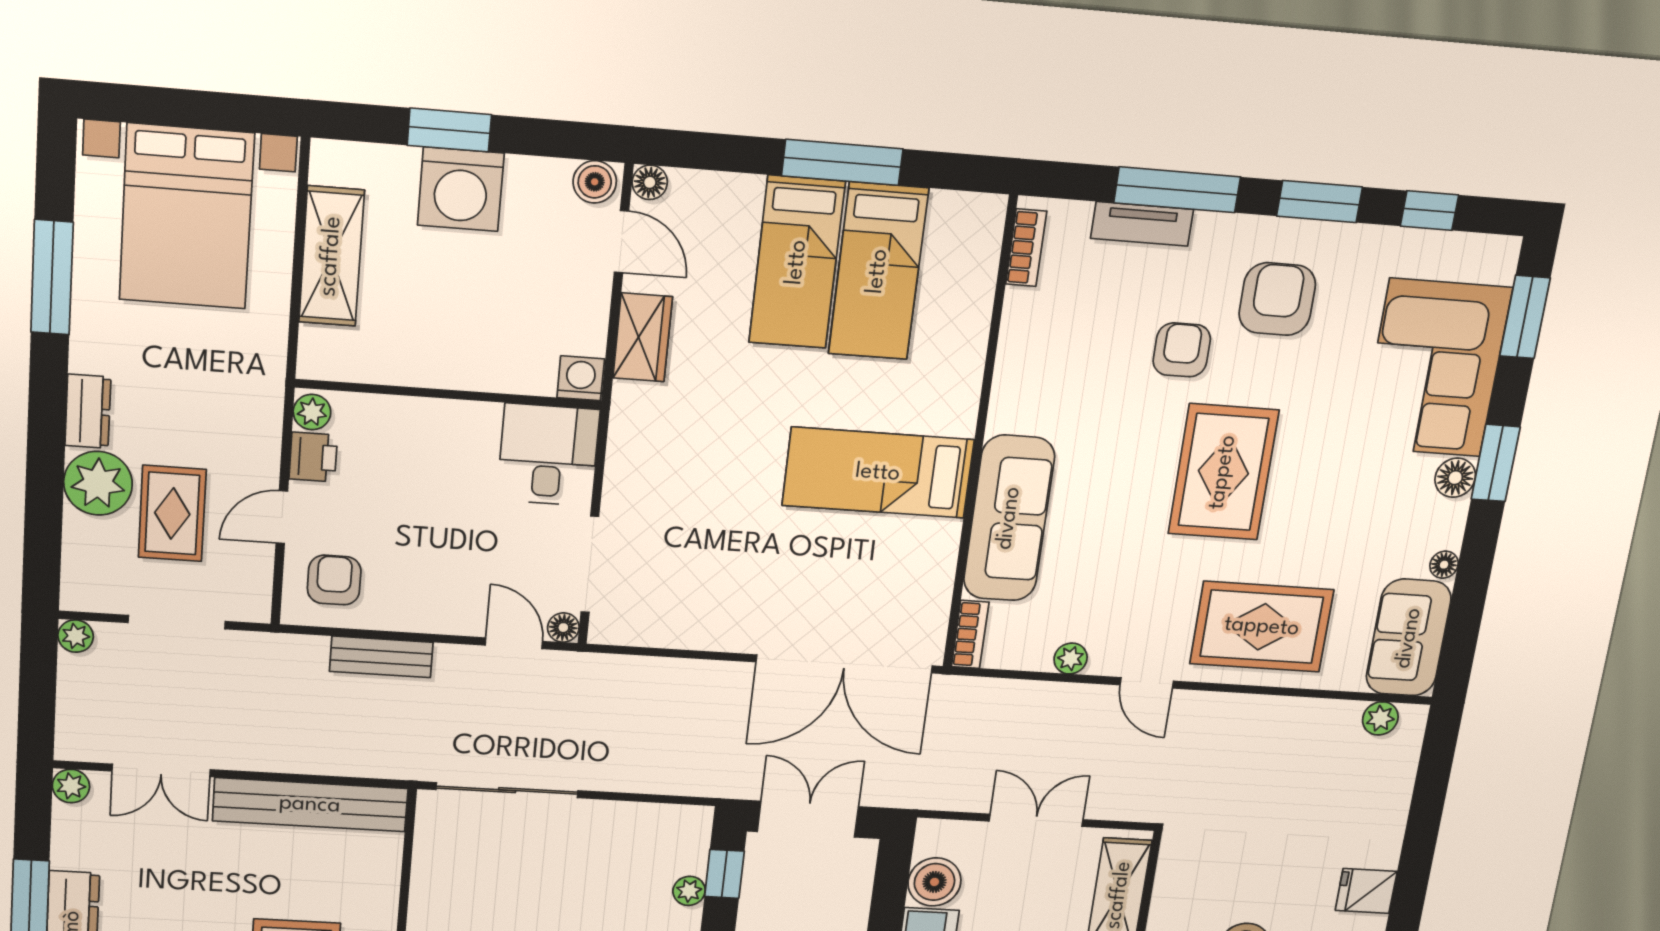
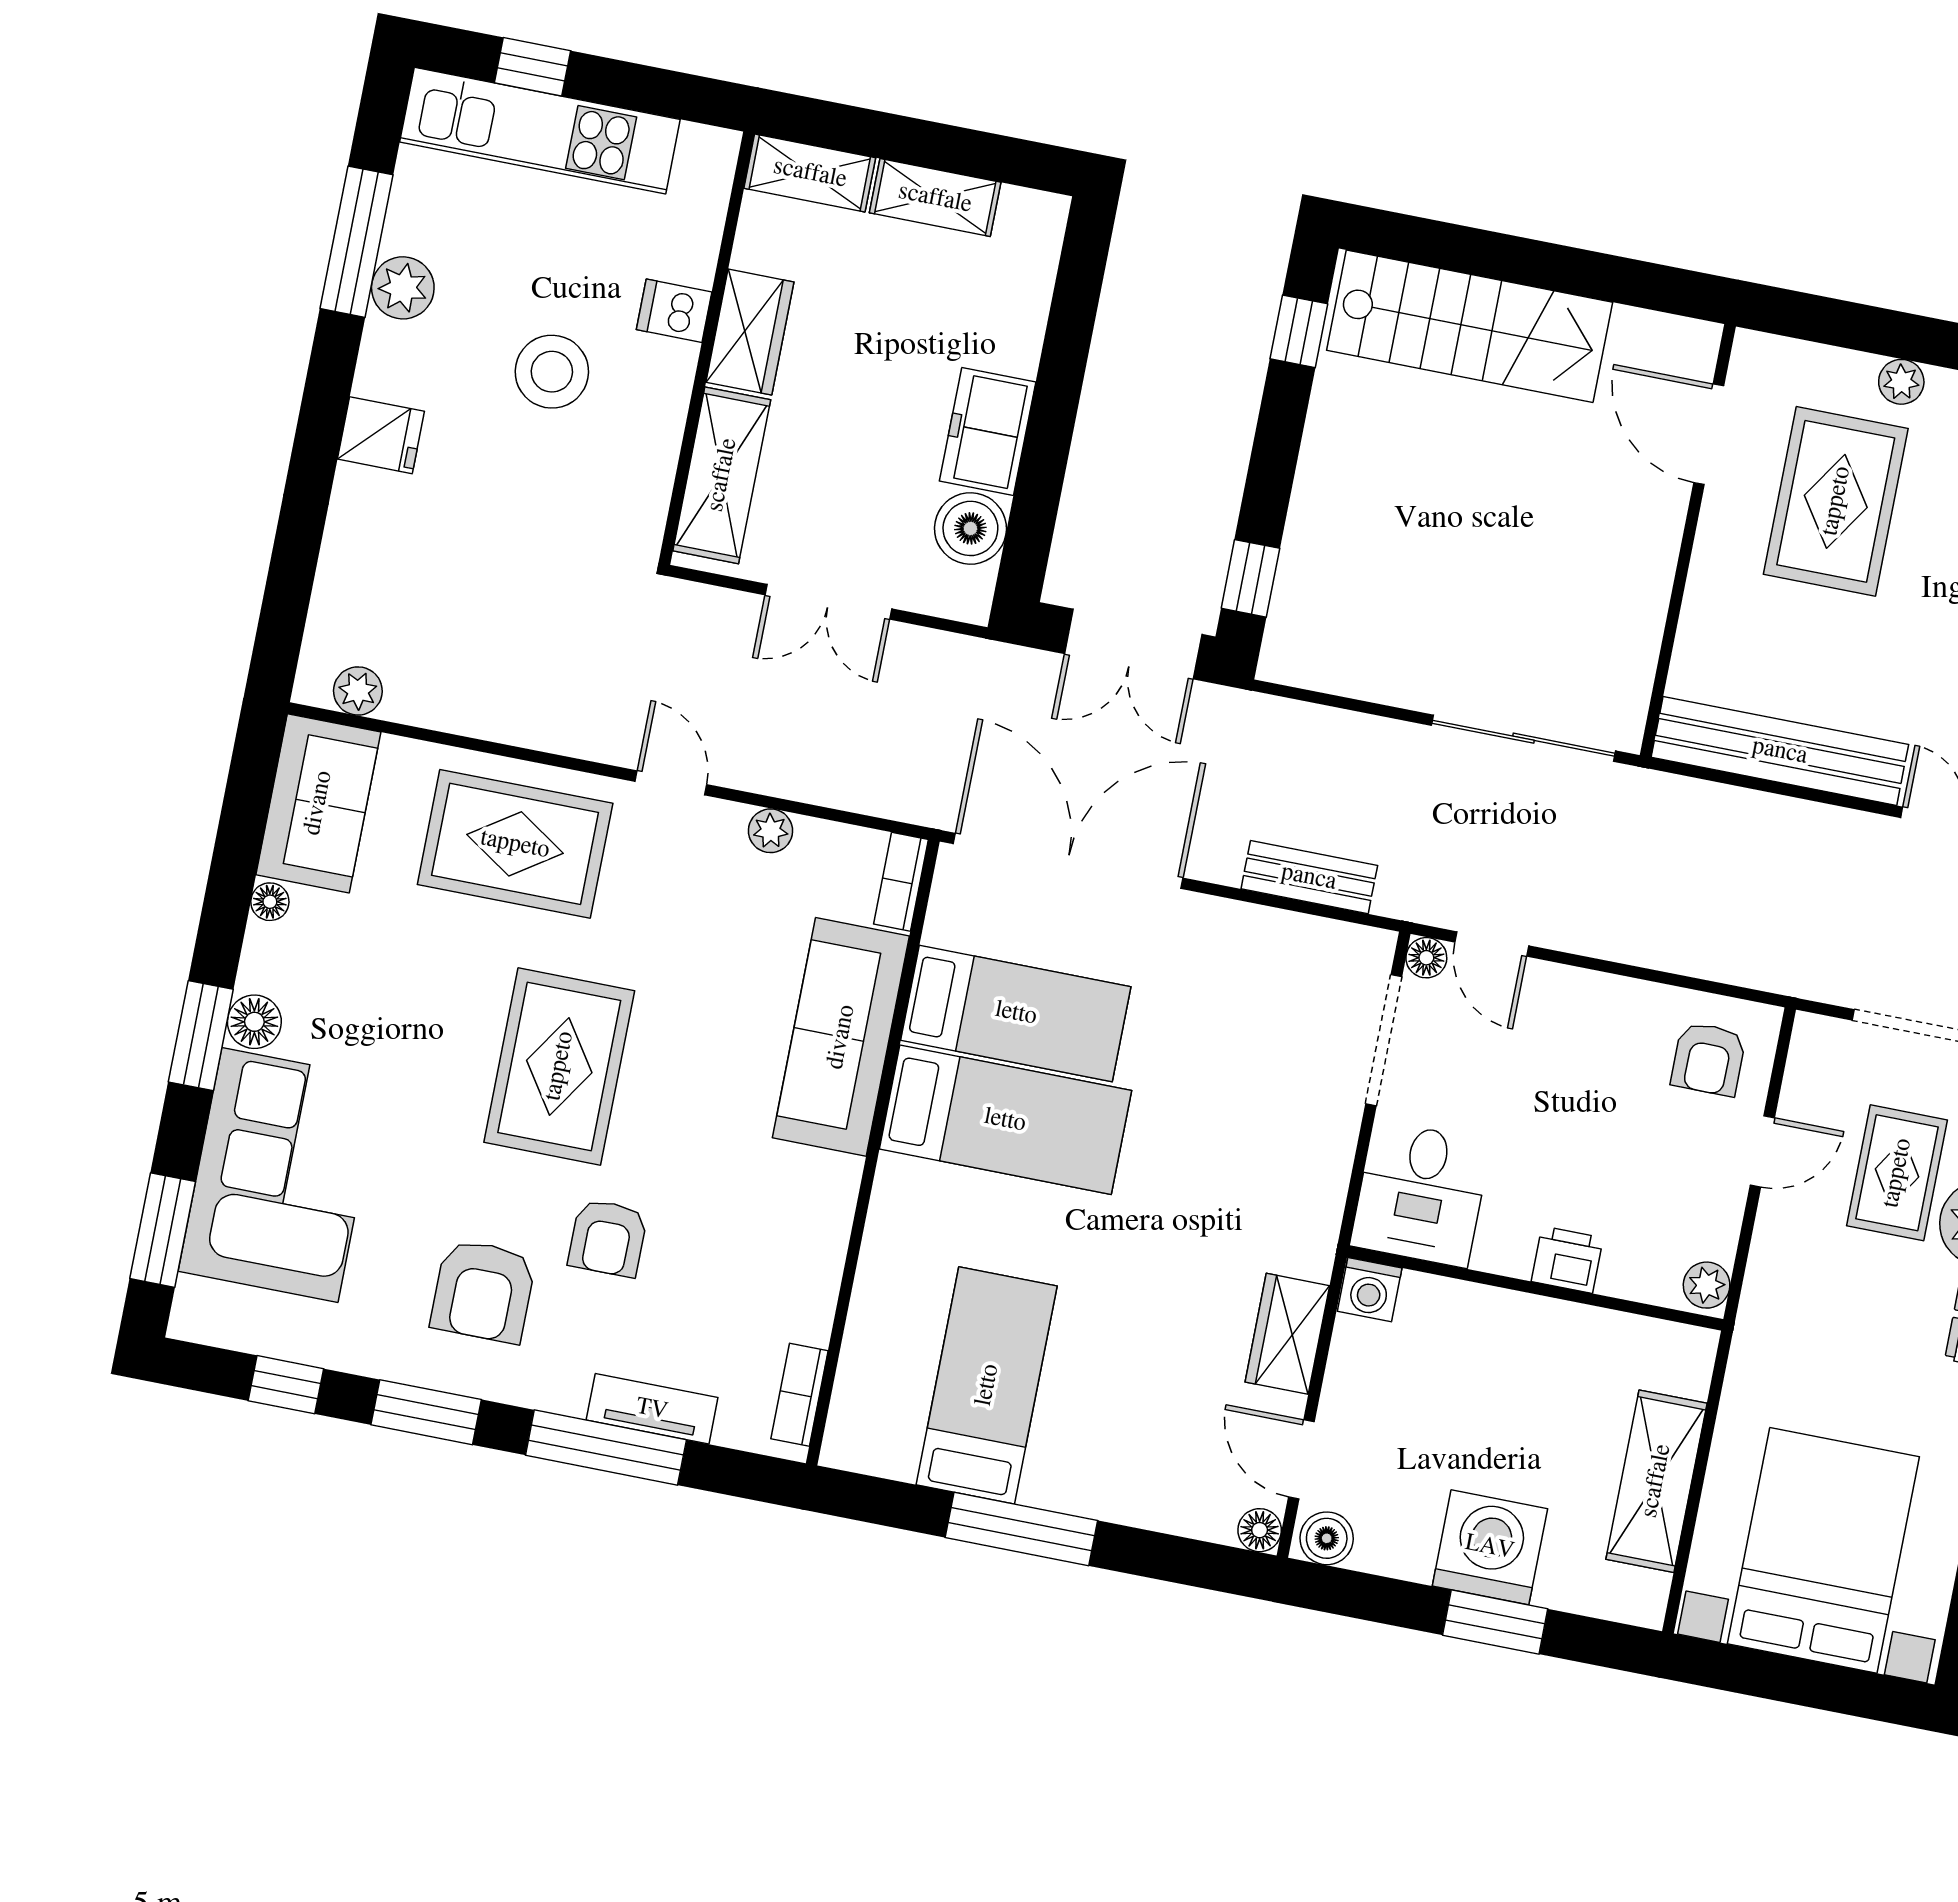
bed: (797, 262) -> (1016, 1013), moved, turned 90
printer: (313, 457) -> (1567, 1260), moved, turned 90
bench: (381, 657) -> (1309, 877), moved
plant: (689, 891) -> (1300, 560), removed

